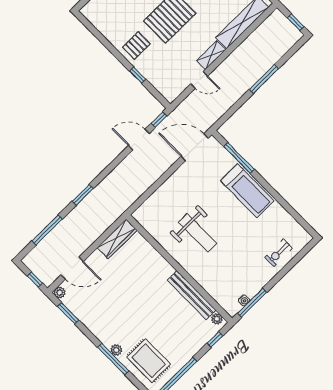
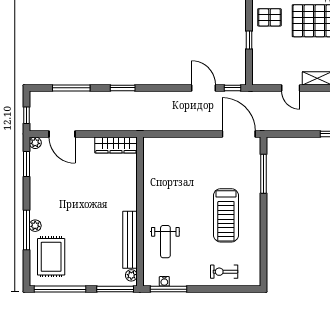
treadmill: (247, 191) -> (226, 215), moved
weight bench: (198, 233) -> (165, 242), moved, width x0.73, depth x0.75
window: (215, 339) -> (115, 289), width x2.17

